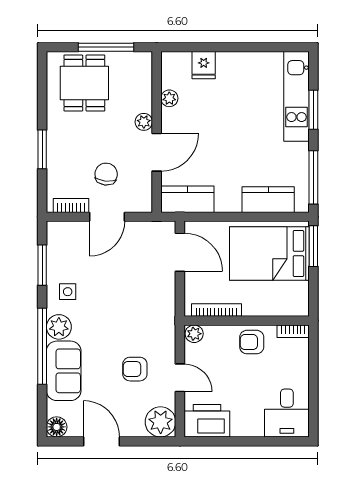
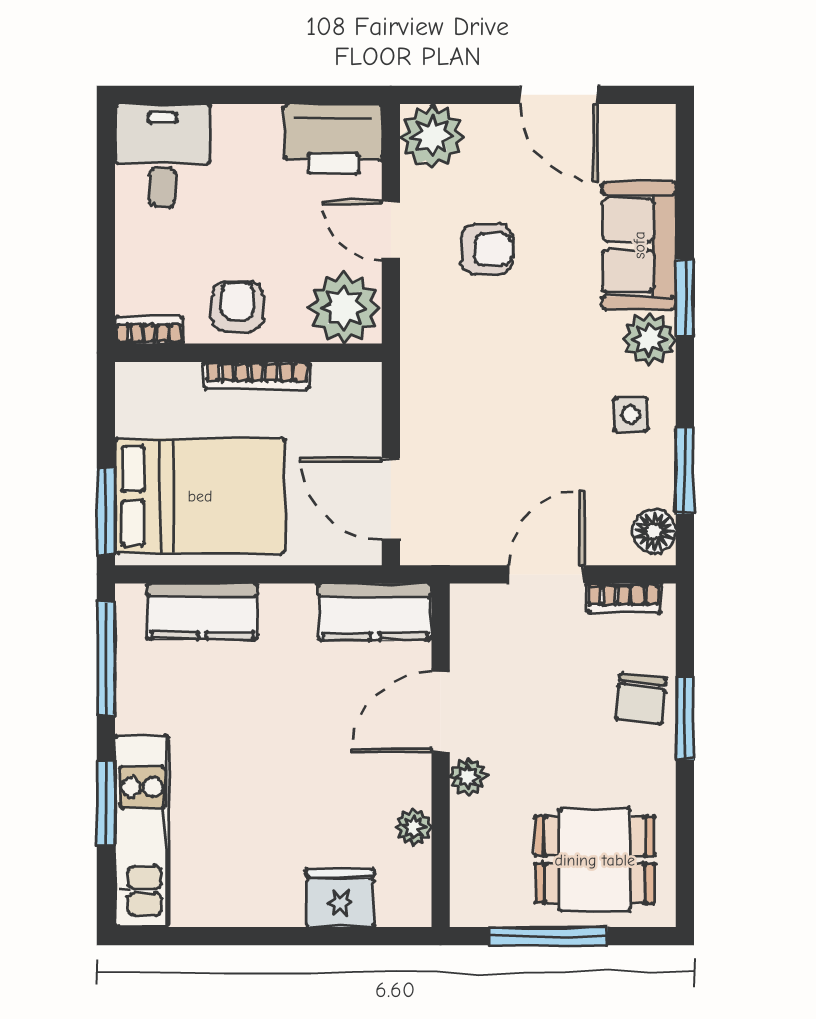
fridge: (204, 65) -> (340, 898), width x1.38
dining table: (84, 83) -> (595, 860), turned 90
chair: (106, 174) -> (641, 699), moved
bookcase: (216, 310) -> (257, 375), moved
plant: (194, 334) -> (344, 308), width x1.87, depth x1.87
armchair: (252, 342) -> (238, 307), turned -90
window: (42, 346) -> (685, 298), width x0.47
floor lamp: (57, 427) -> (654, 531), moved

